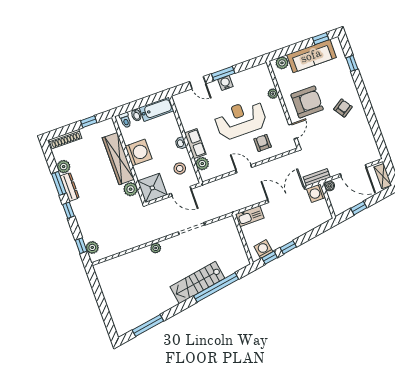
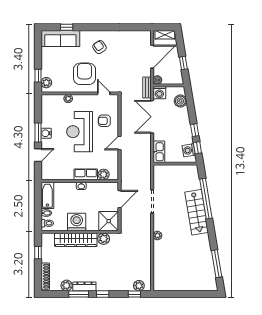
window: (321, 39) -> (38, 76), moved
sofa: (311, 56) -> (60, 39), moved, turned 90
stool: (180, 168) -> (101, 194), removed
boiler: (315, 220) -> (180, 101), added

